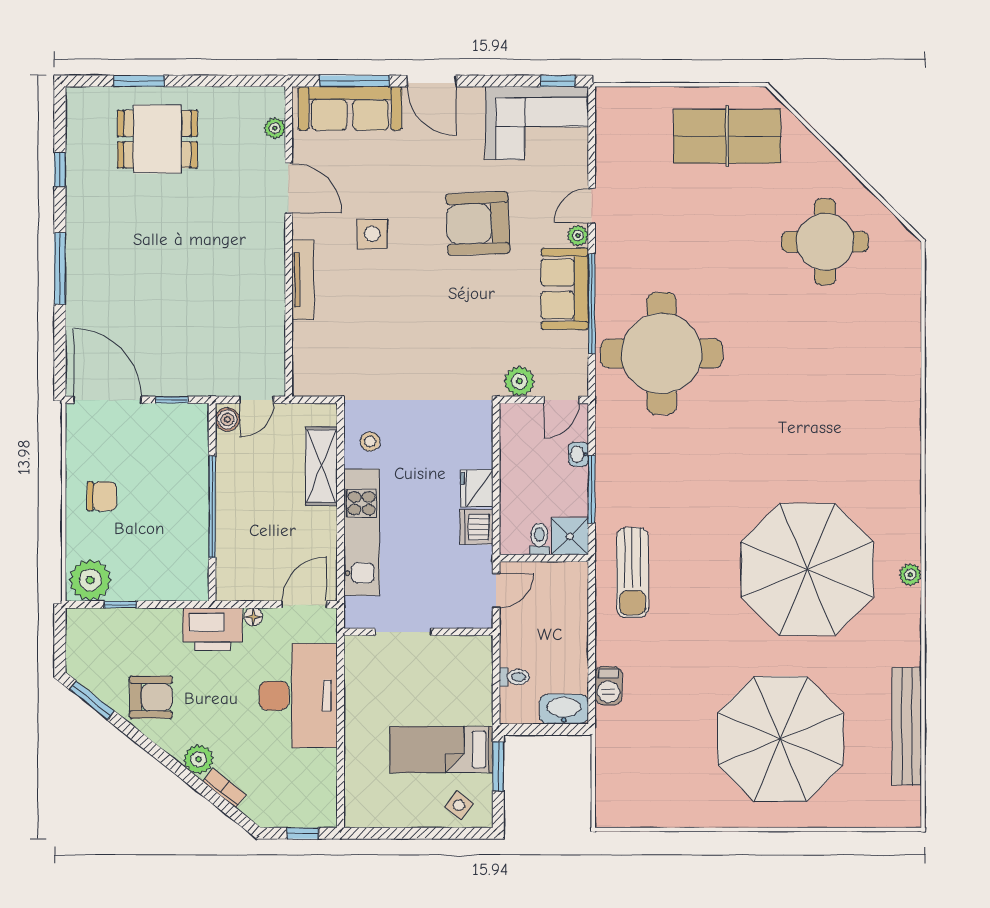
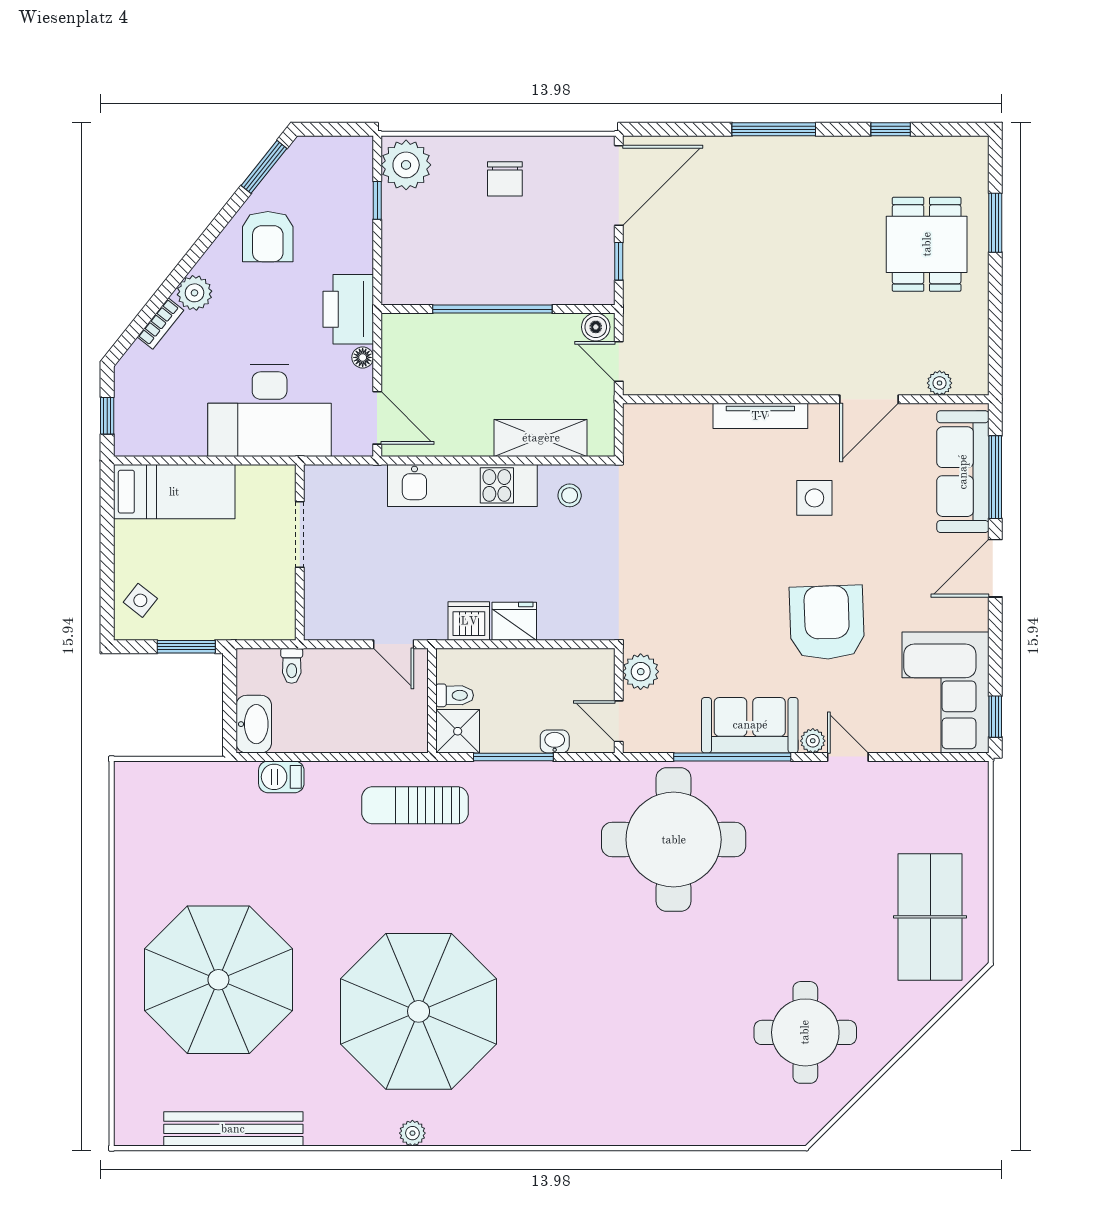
doorway: (403, 632) -> (300, 534), moved
wall: (418, 632) -> (300, 552), moved
bed: (441, 749) -> (174, 492), moved, turned 90

